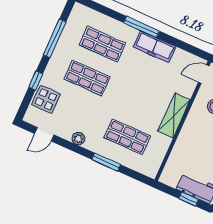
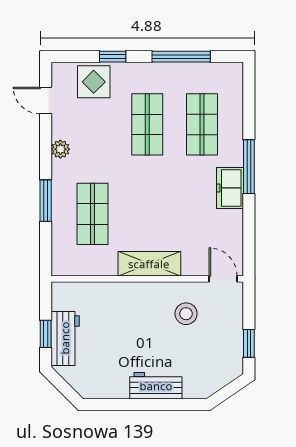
freezer: (155, 47) -> (230, 188), width x0.71

